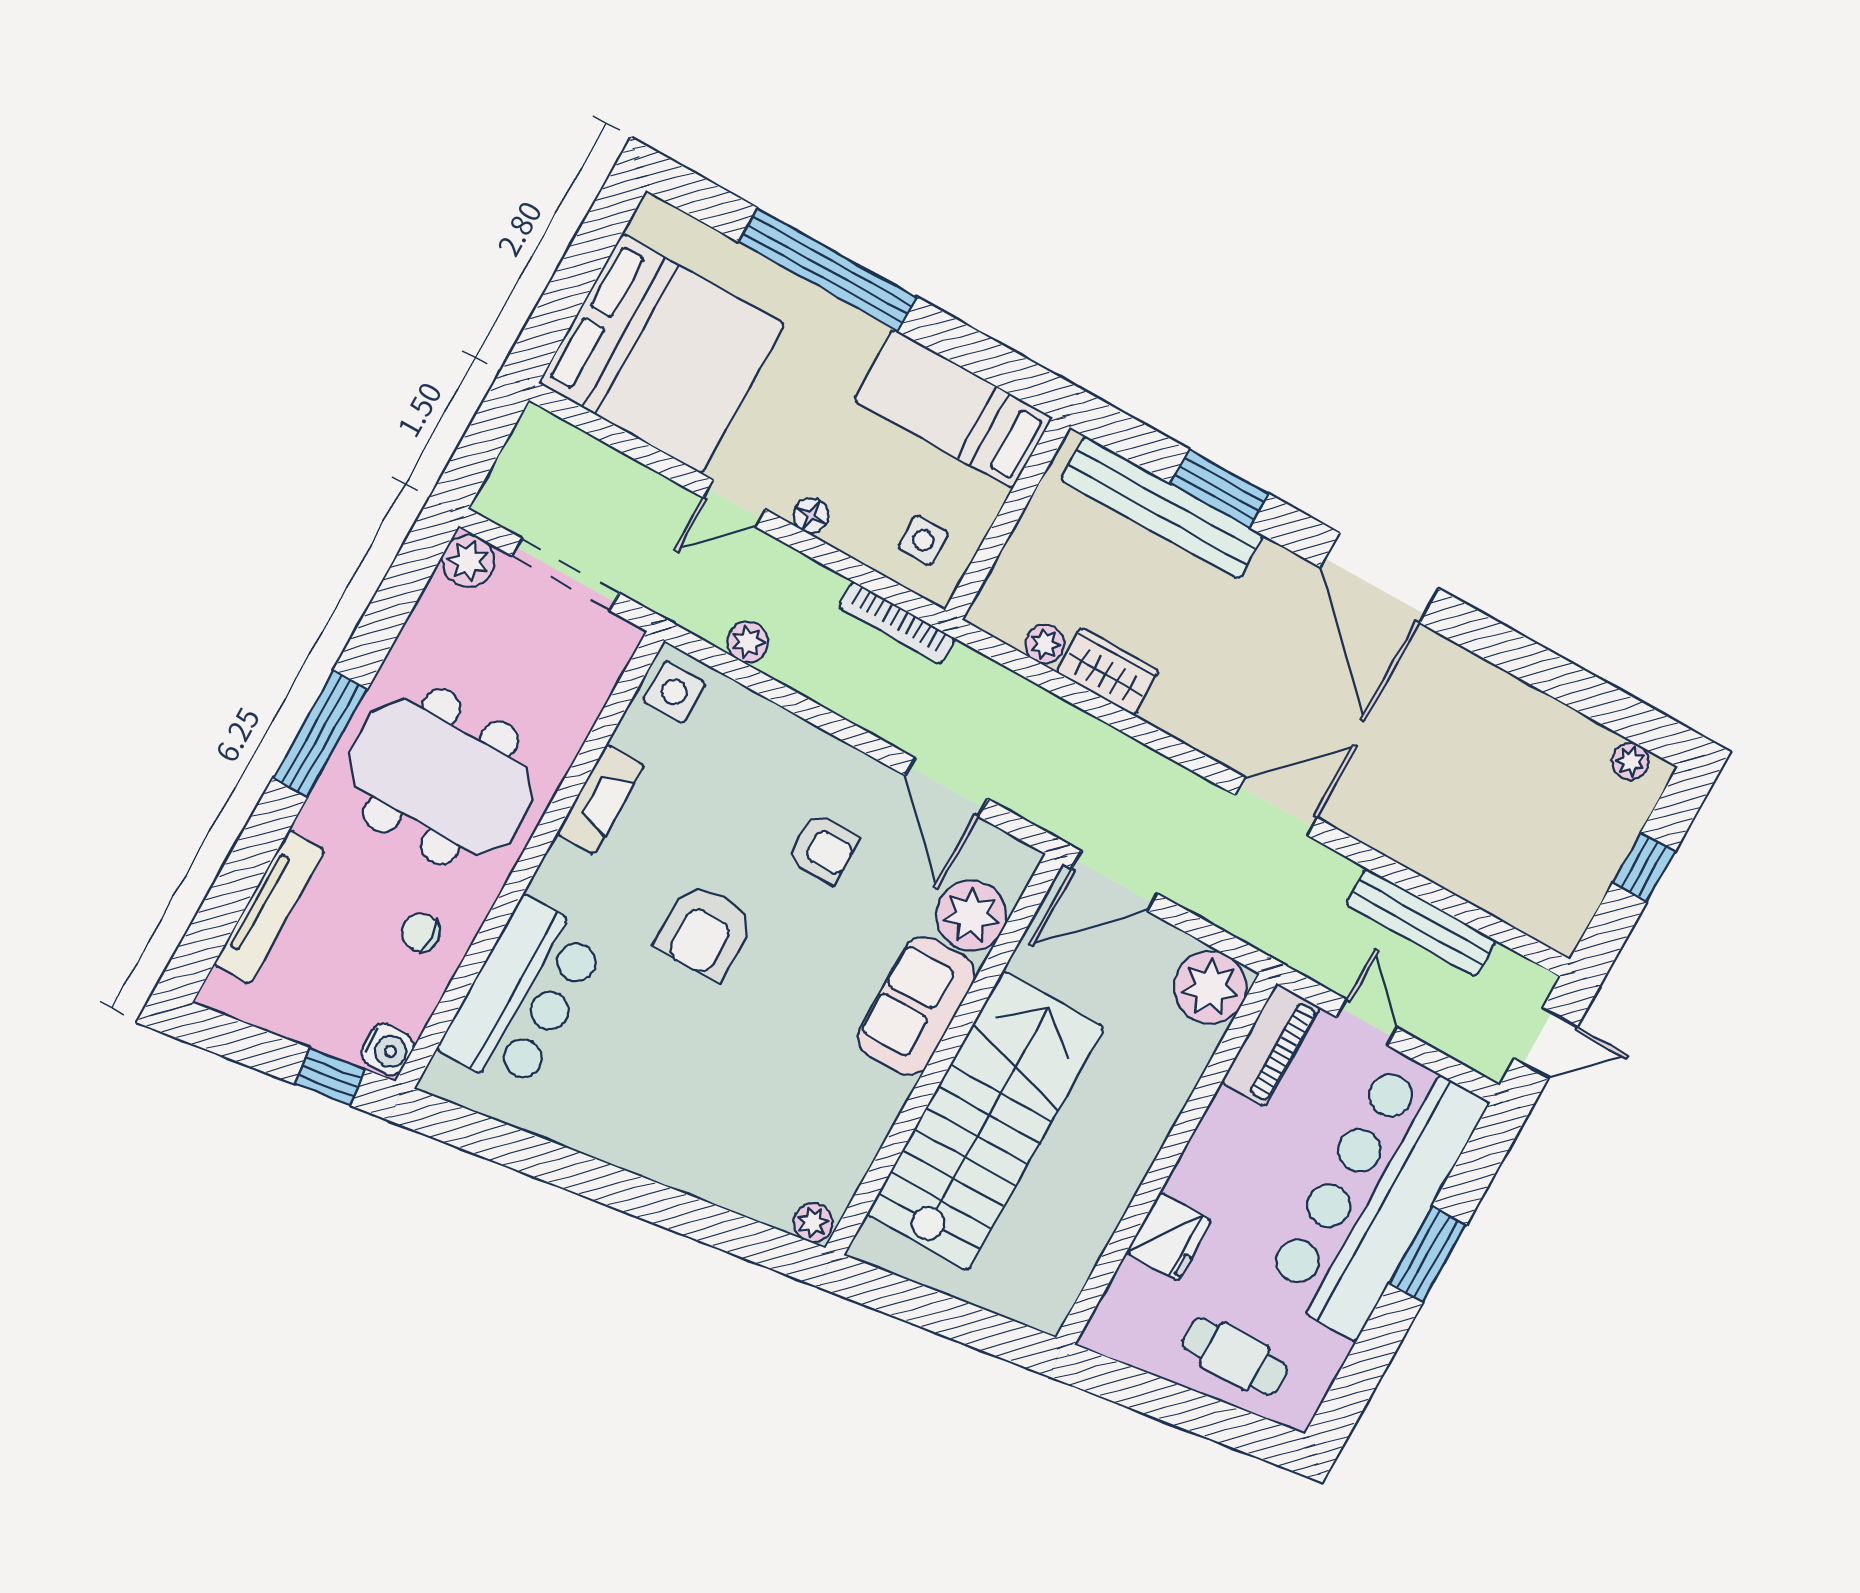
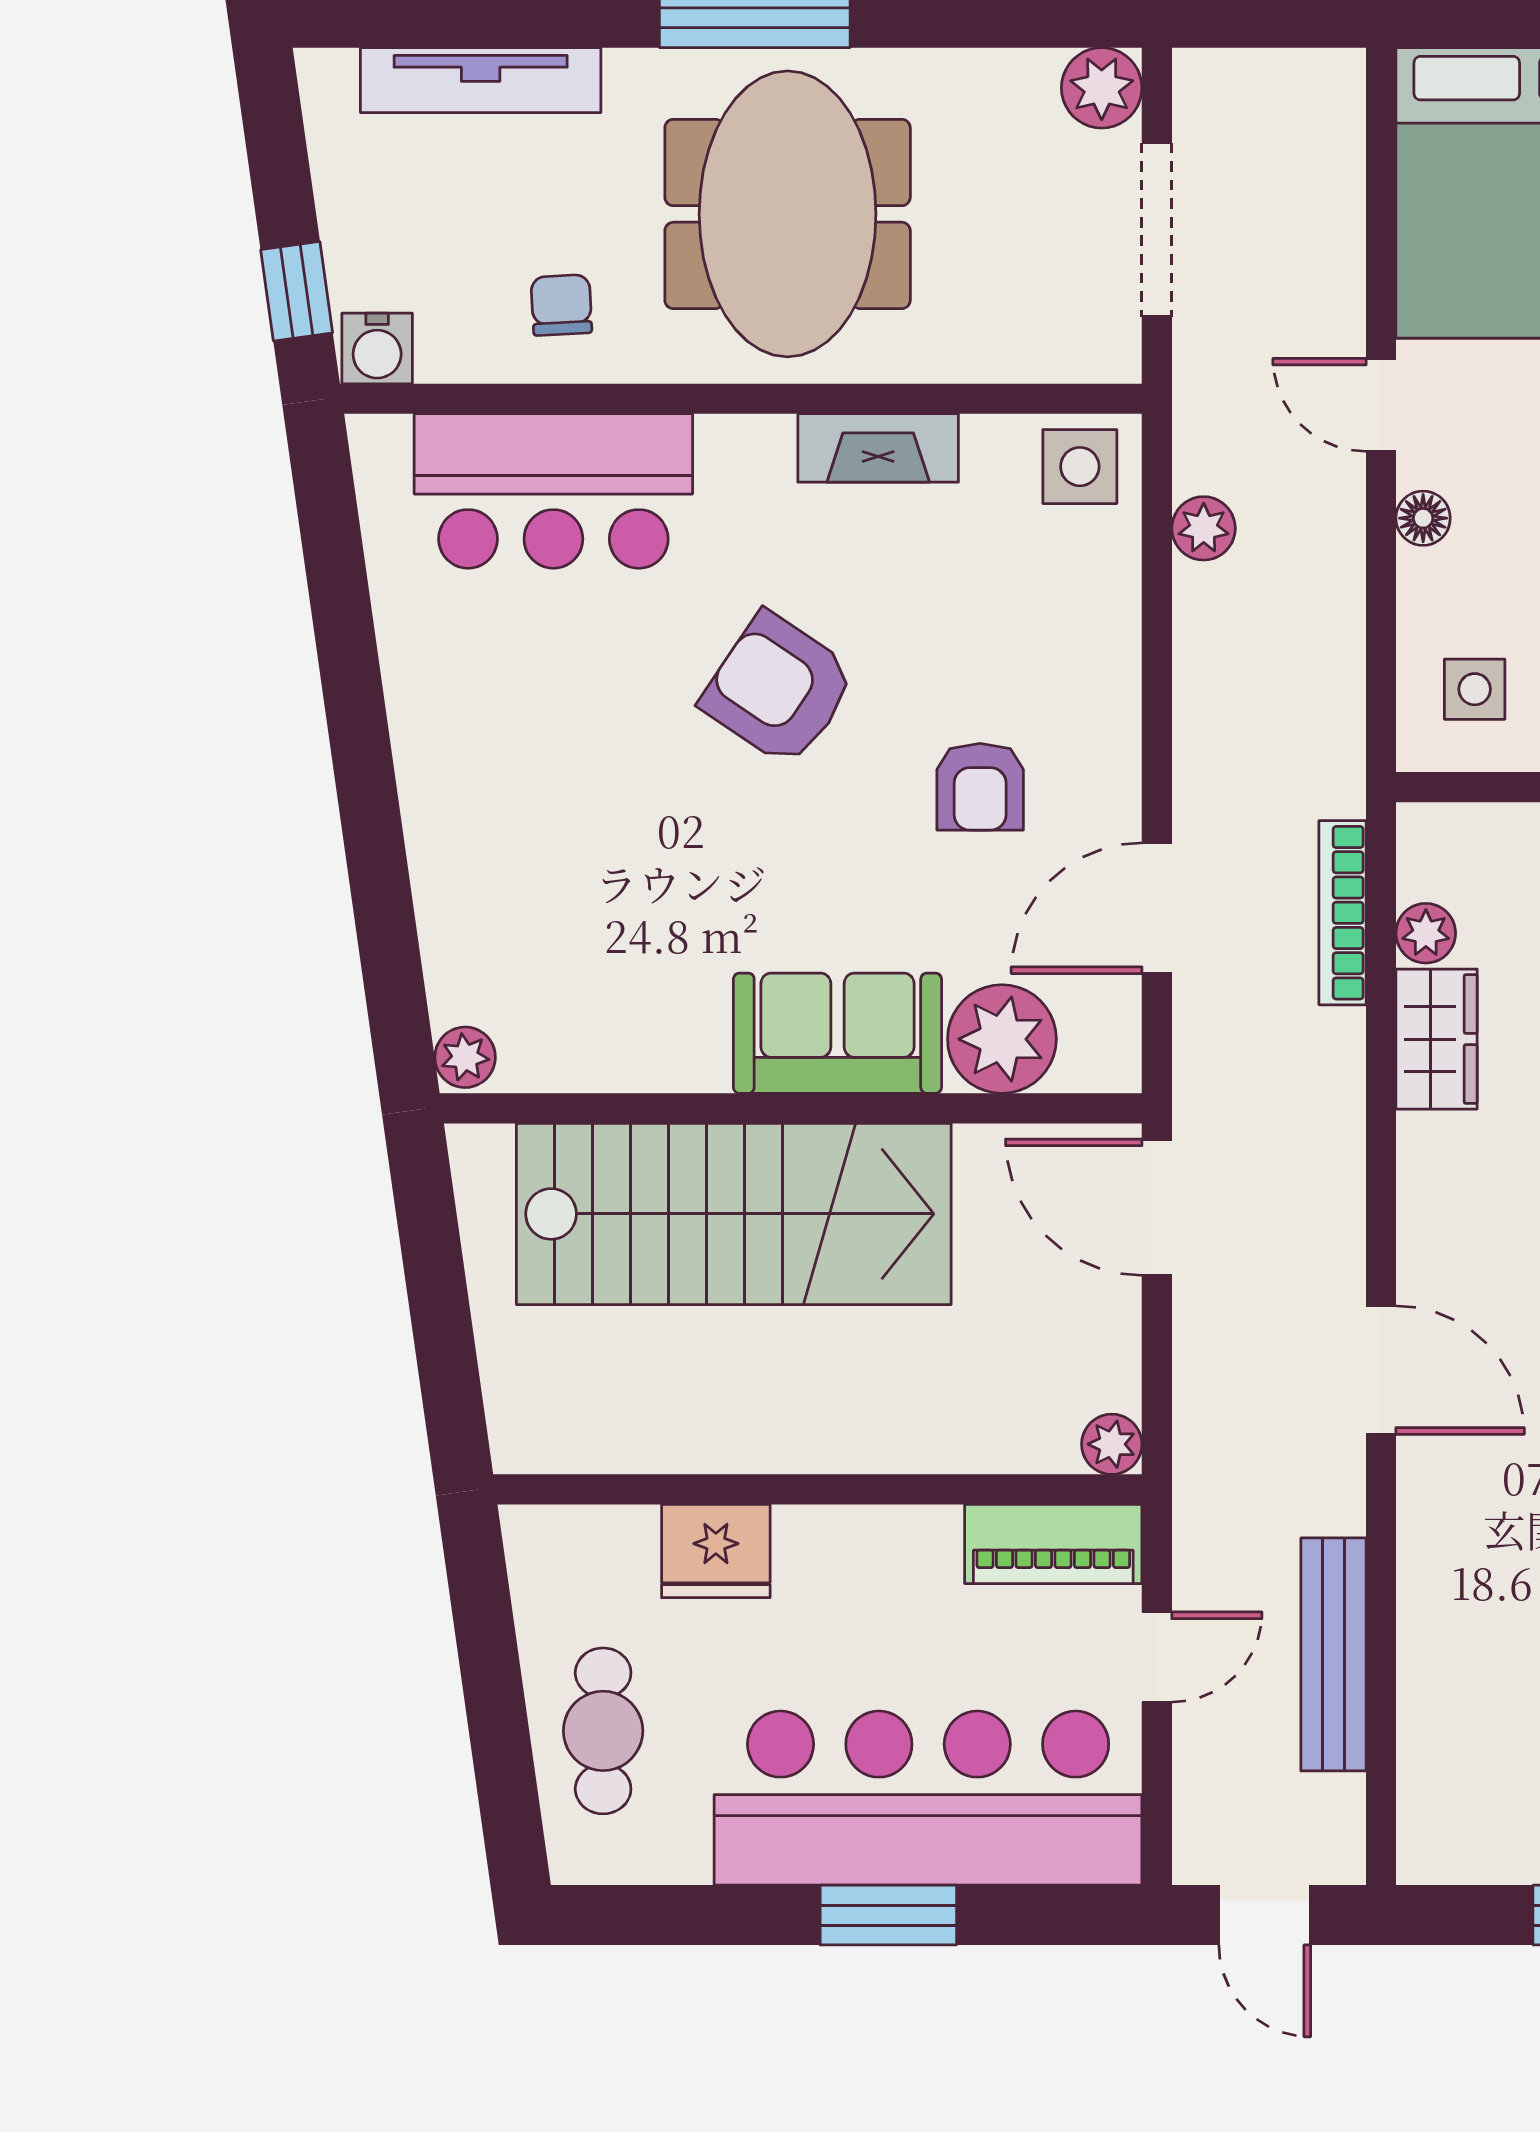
bookcase: (897, 623) -> (1342, 913), moved
armchair: (705, 931) -> (779, 689), turned 34
plant: (1210, 987) -> (1112, 1444), width x0.53, depth x0.53

